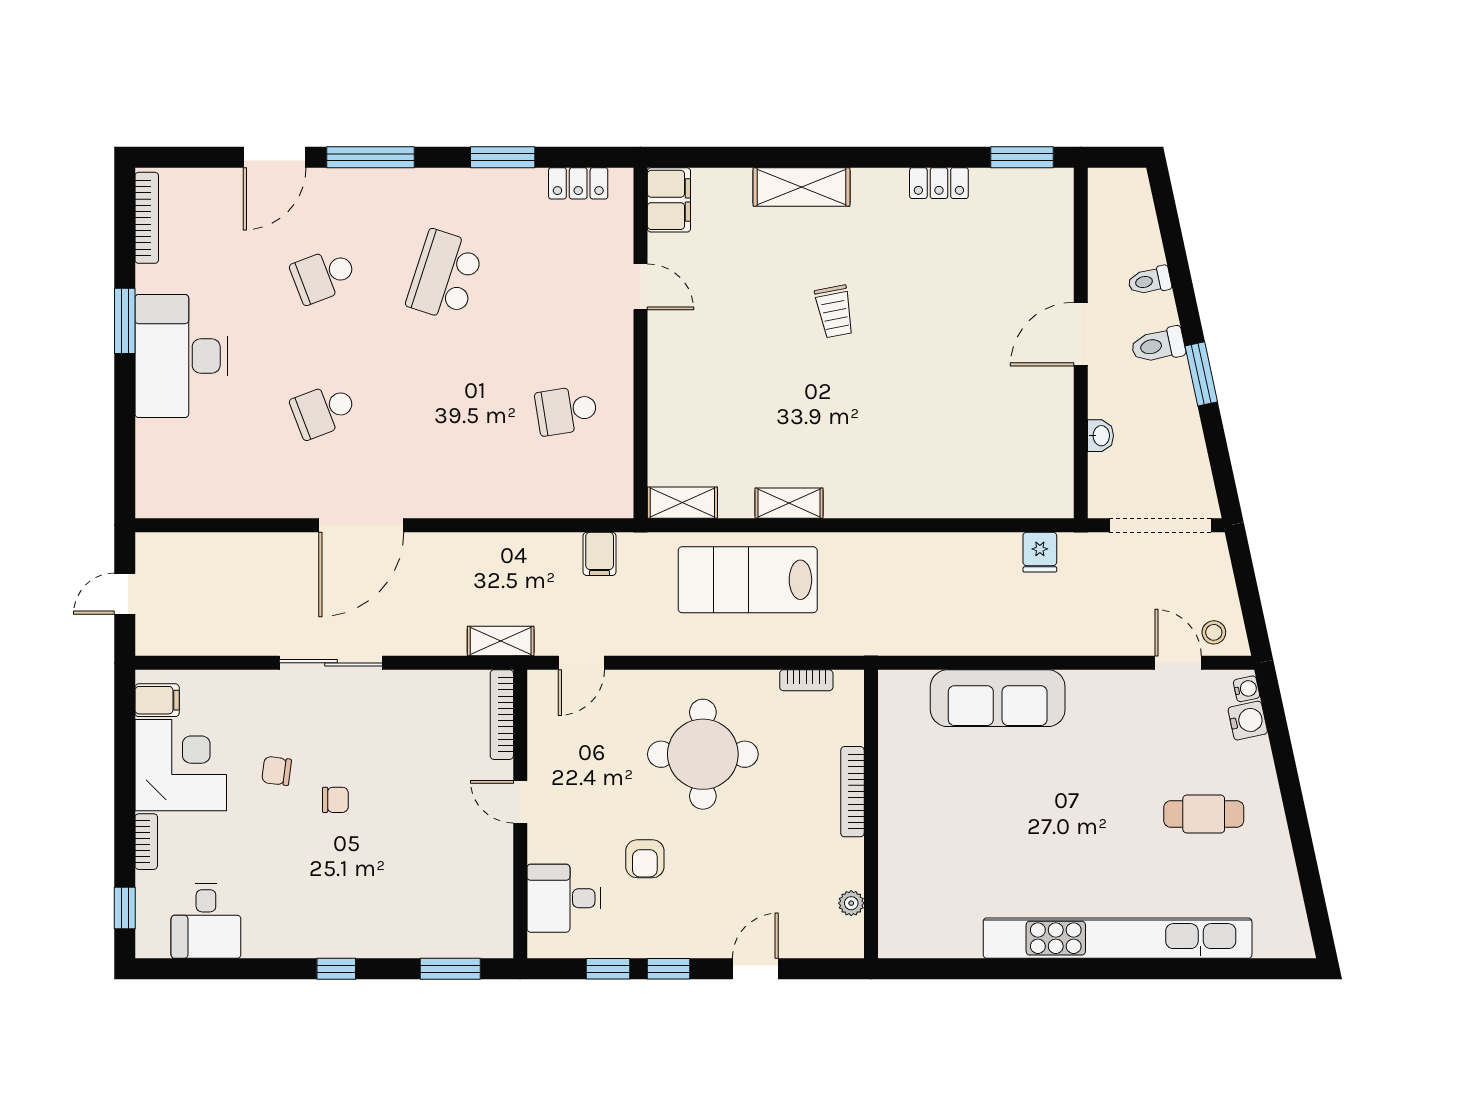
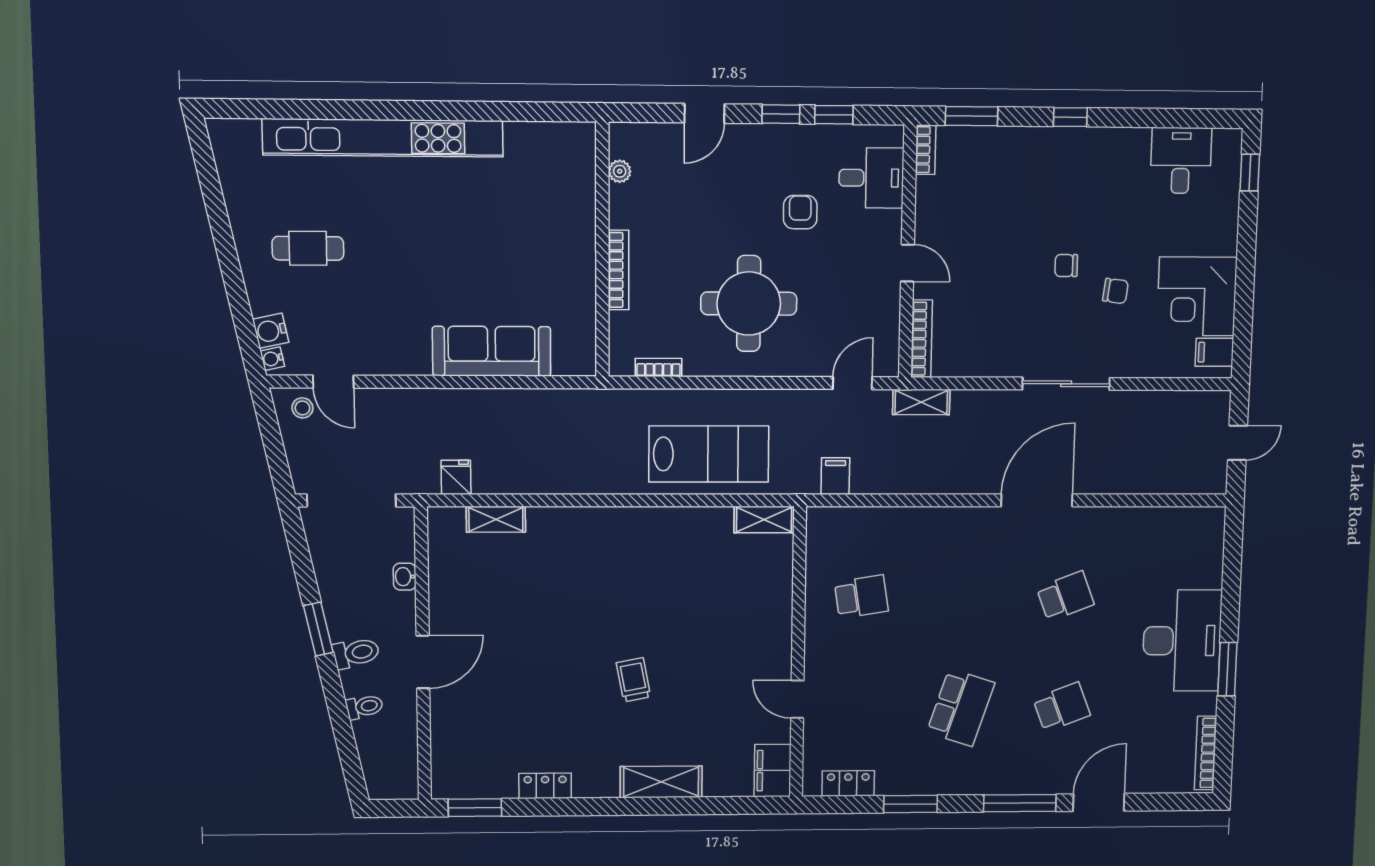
shelving: (789, 503) -> (496, 519), moved
bookcase: (146, 842) -> (926, 150), moved, turned 180

